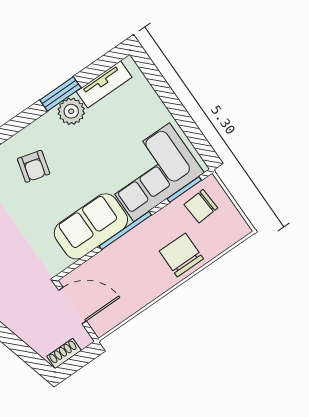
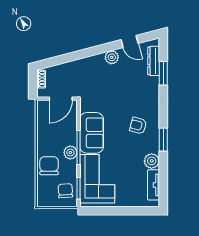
window: (60, 94) -> (163, 140), moved
plant: (141, 237) -> (70, 152), added
chair: (181, 255) -> (49, 166), turned -90

